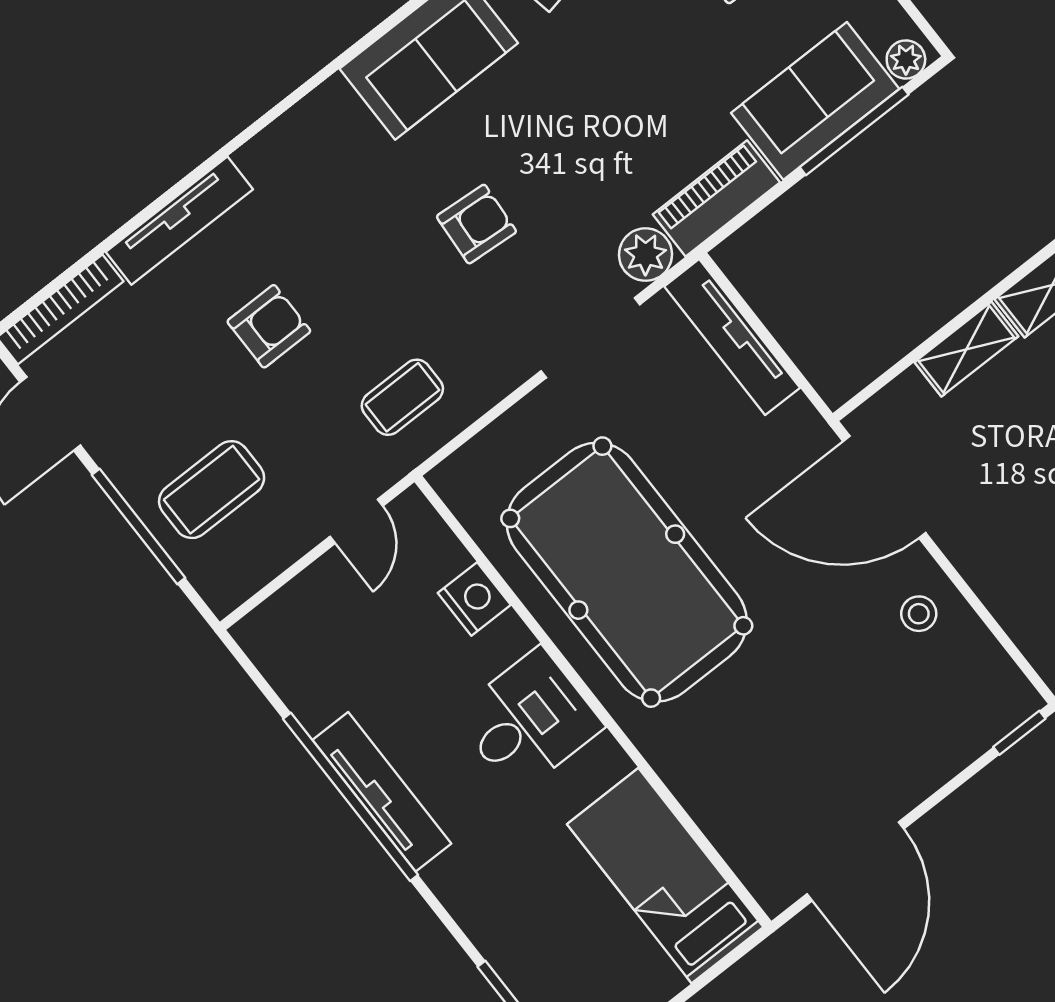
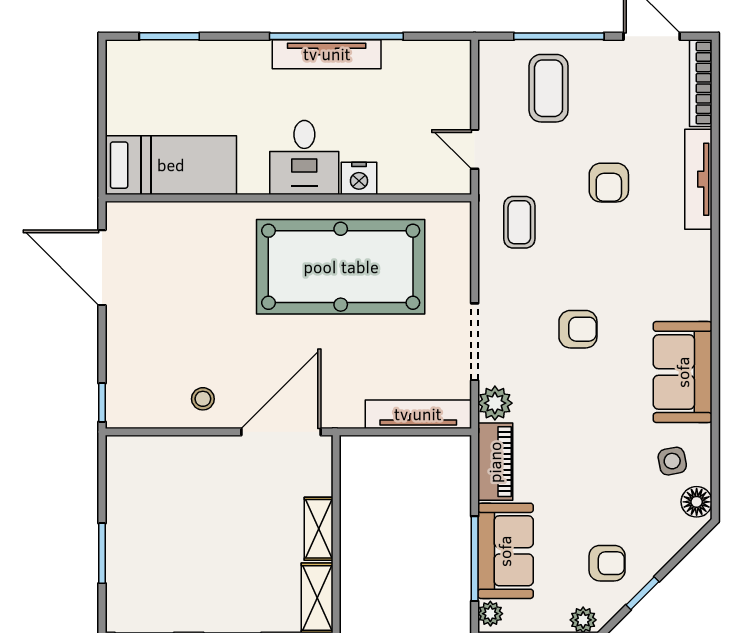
armchair: (476, 224) -> (578, 329), turned -94
nightstand: (474, 599) -> (359, 178), moved

